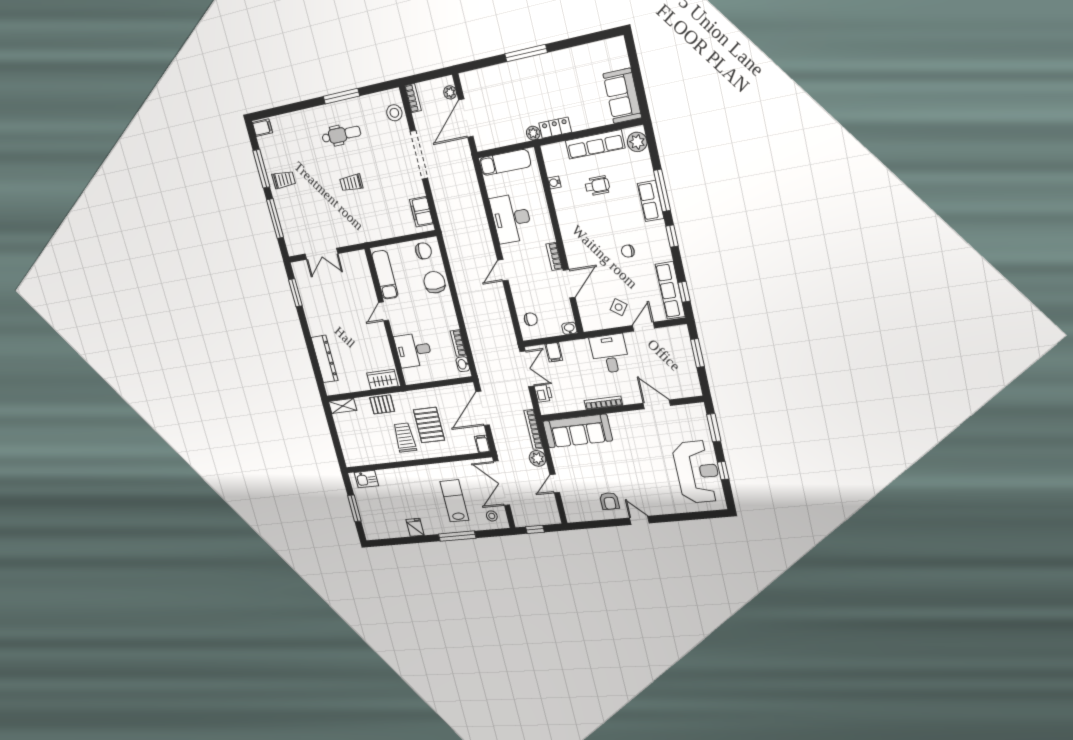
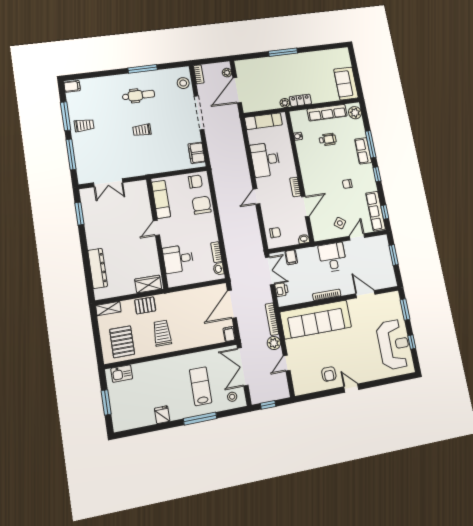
pallet: (429, 425) -> (122, 342), moved
sofa: (577, 431) -> (316, 320), width x1.36, depth x1.27

